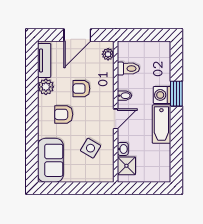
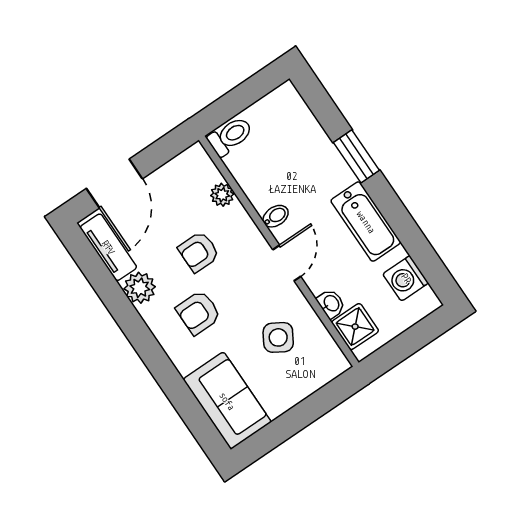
door: (77, 35) -> (114, 184), moved
plant: (108, 54) -> (222, 195), moved
toilet: (128, 69) -> (230, 136), moved
washing machine: (162, 95) -> (406, 278), moved

